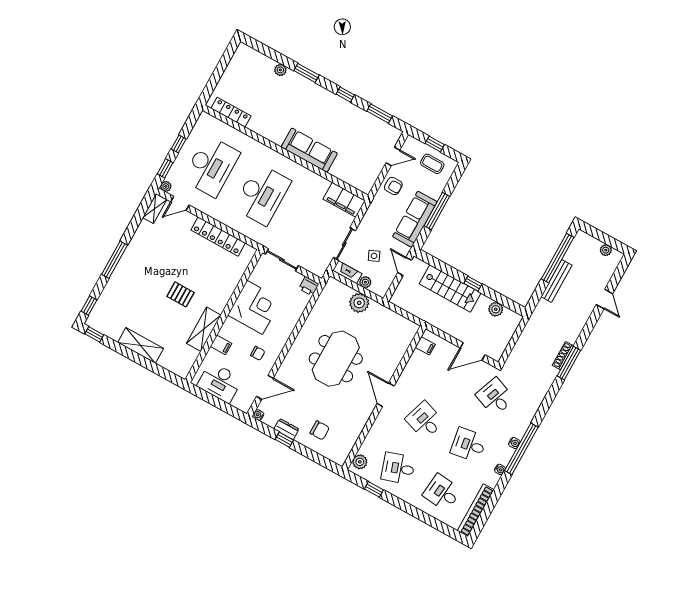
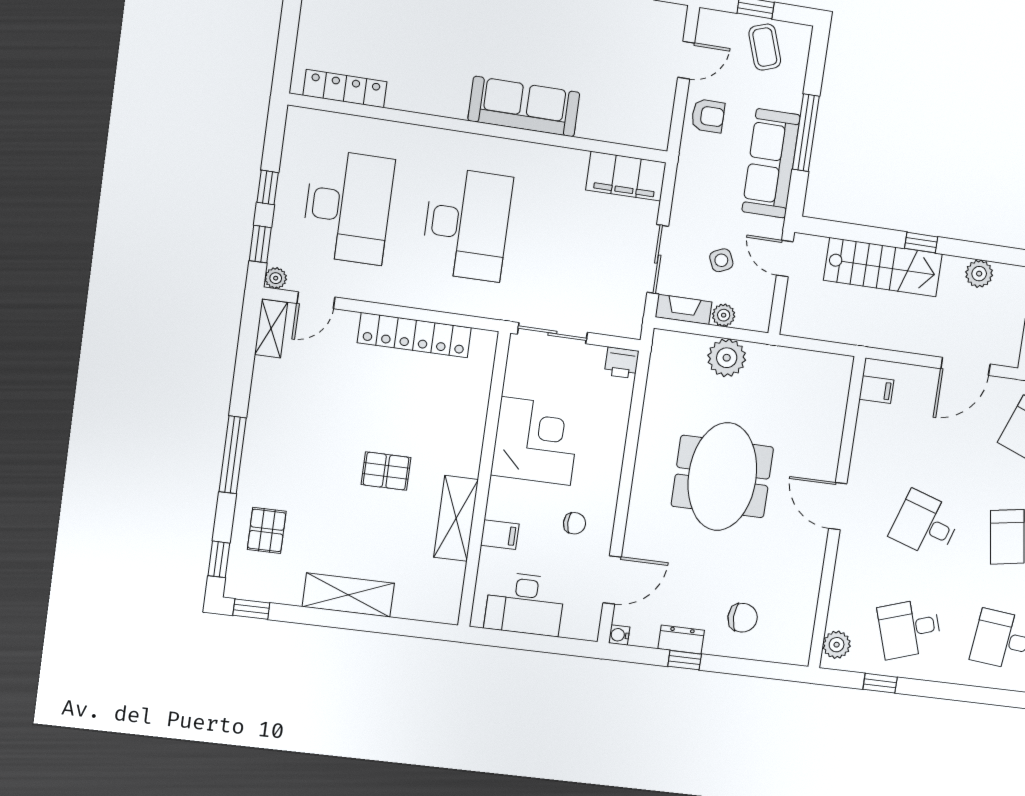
coffee table: (432, 164) -> (765, 47), turned 71
pallet: (116, 301) -> (267, 530), added

